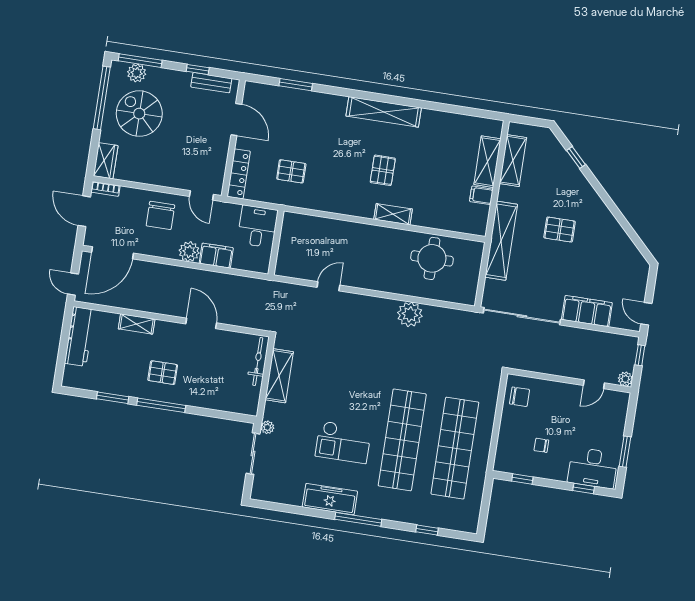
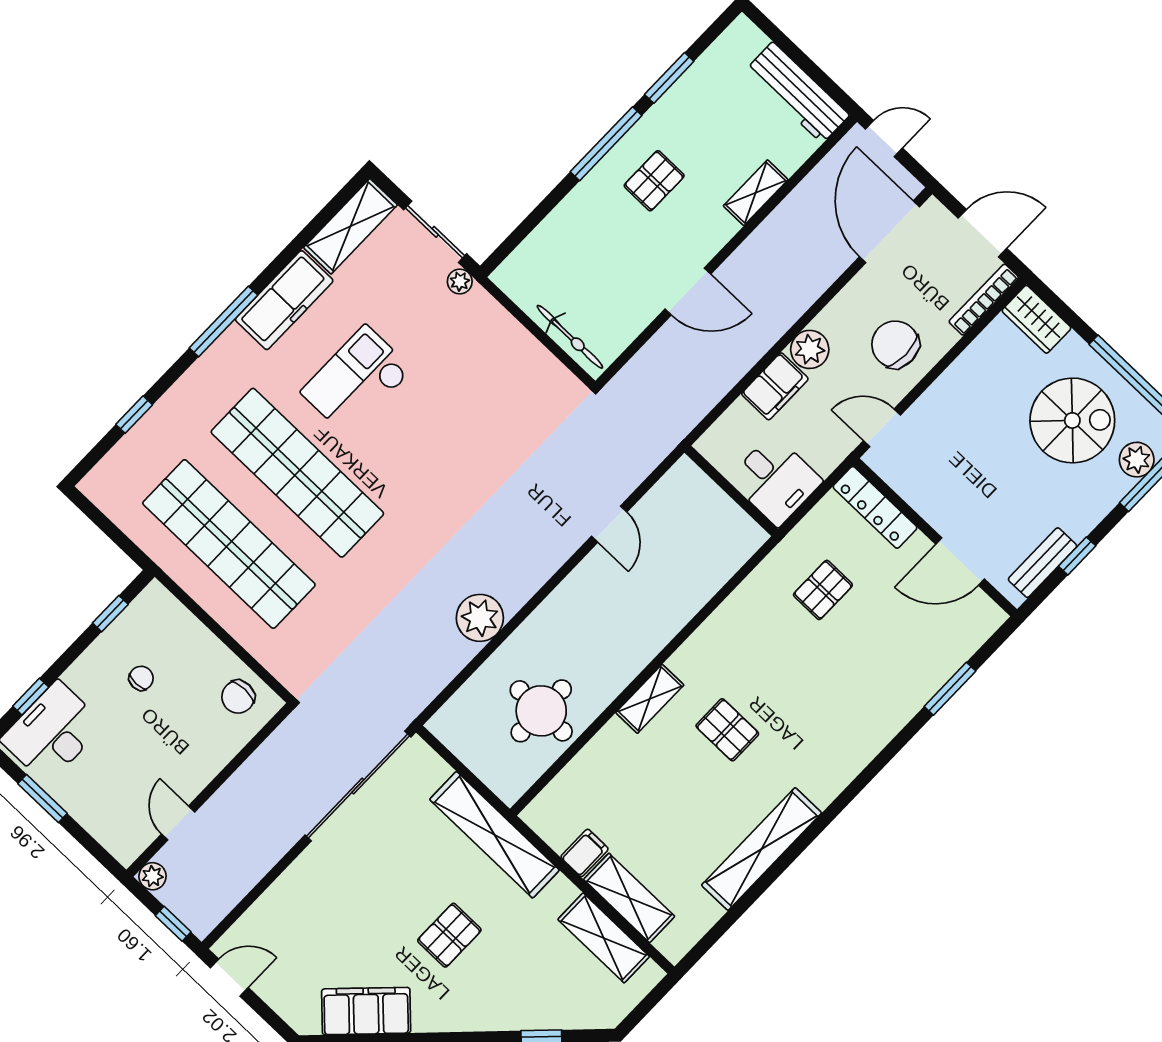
shelving: (384, 112) -> (762, 849), moved
bookcase: (105, 189) -> (984, 300), width x1.56
filing cabinet: (587, 311) -> (366, 1011), moved, turned -135
shelving: (279, 376) -> (350, 226), moved, turned 90

